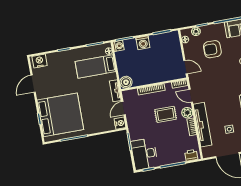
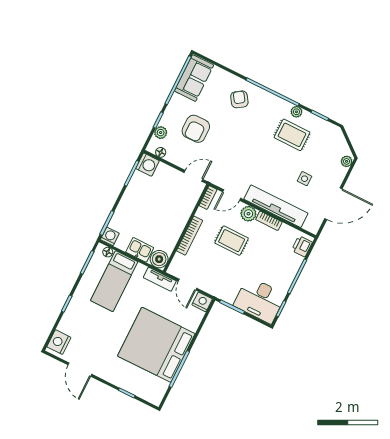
washing machine: (143, 43) -> (148, 165), moved
kitchen sink: (123, 68) -> (140, 250), added
rug: (166, 114) -> (232, 241), turned 90
bed: (60, 115) -> (156, 345), moved, turned -90

